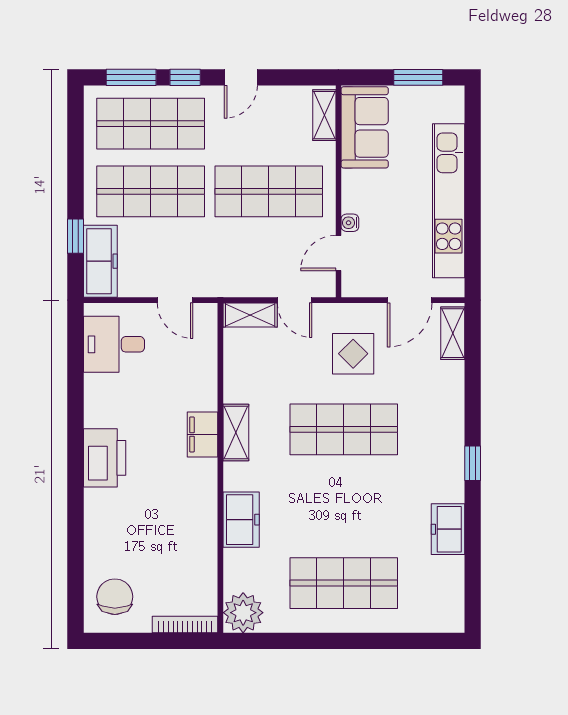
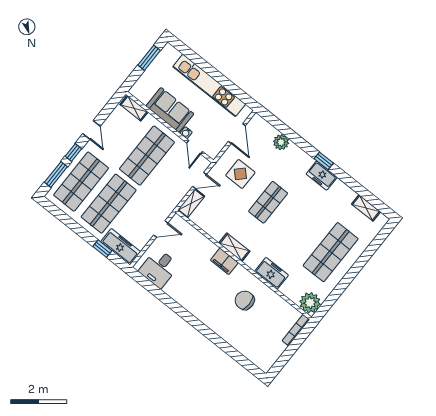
sofa: (365, 127) -> (170, 110), moved
shelving: (453, 333) -> (366, 208), moved
plant: (450, 377) -> (281, 142), added
shop shelf: (344, 429) -> (268, 202), width x0.70, depth x0.74
printer: (105, 458) -> (202, 309), removed
freezer: (448, 529) -> (322, 176), moved
chair: (115, 597) -> (245, 300), moved

